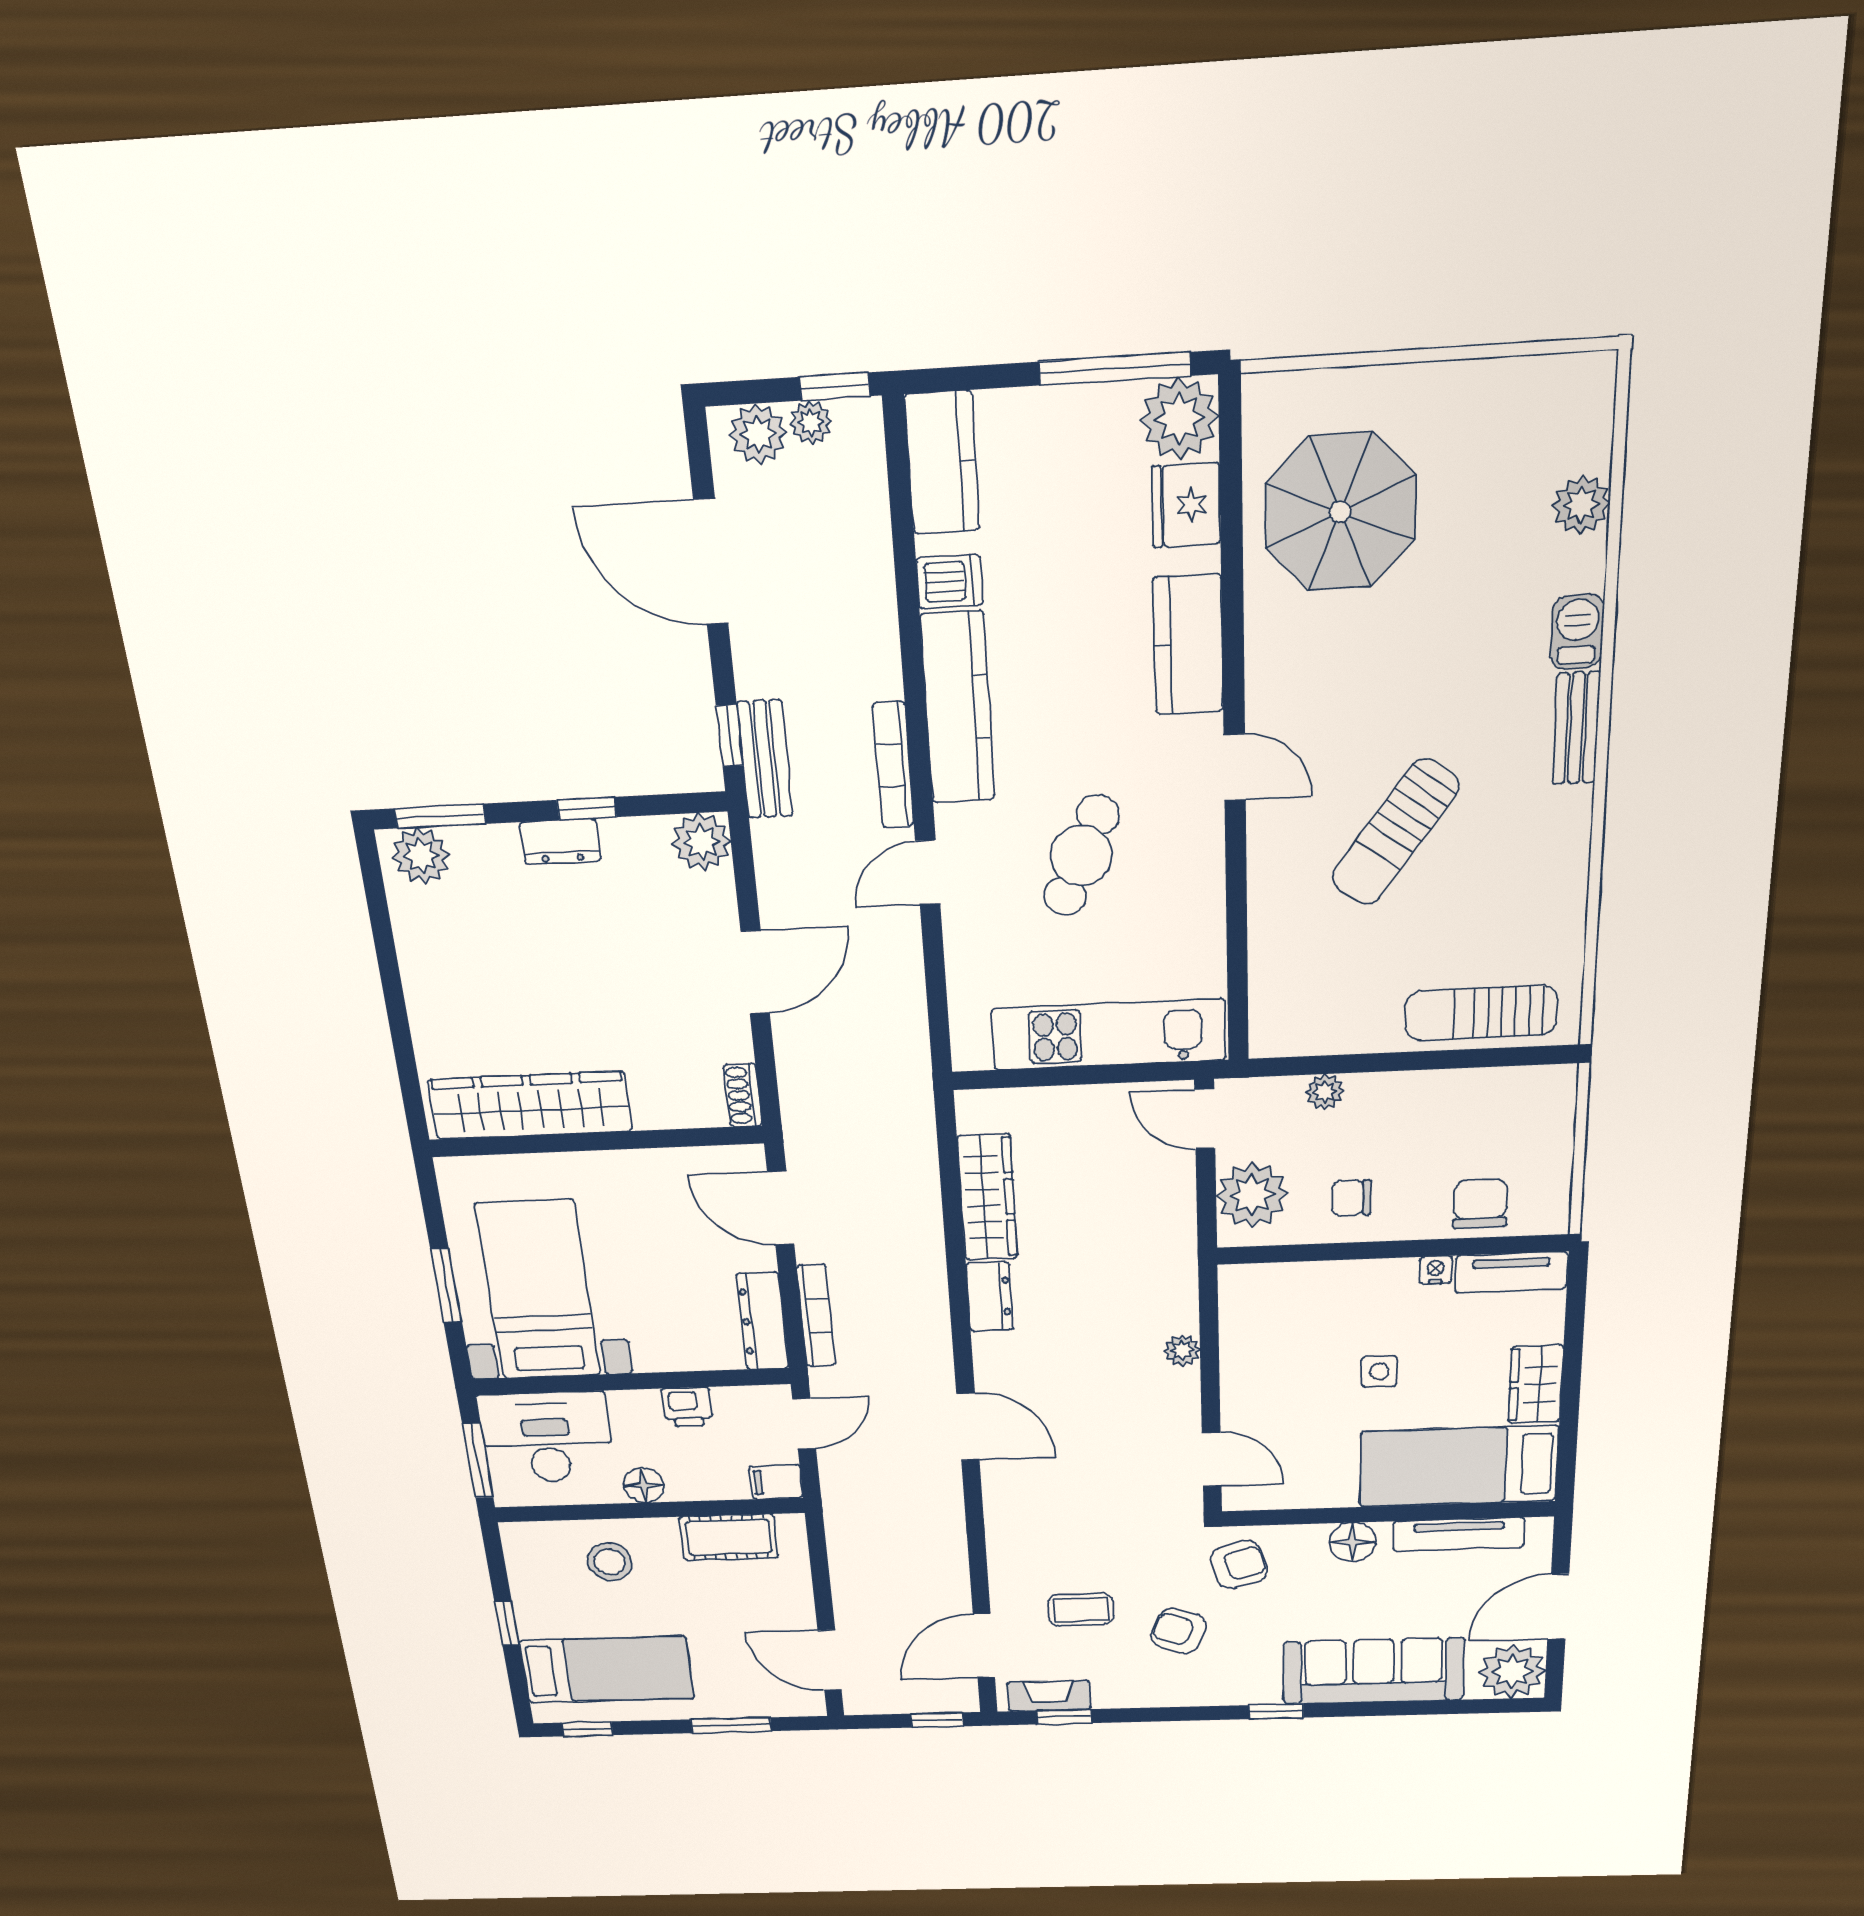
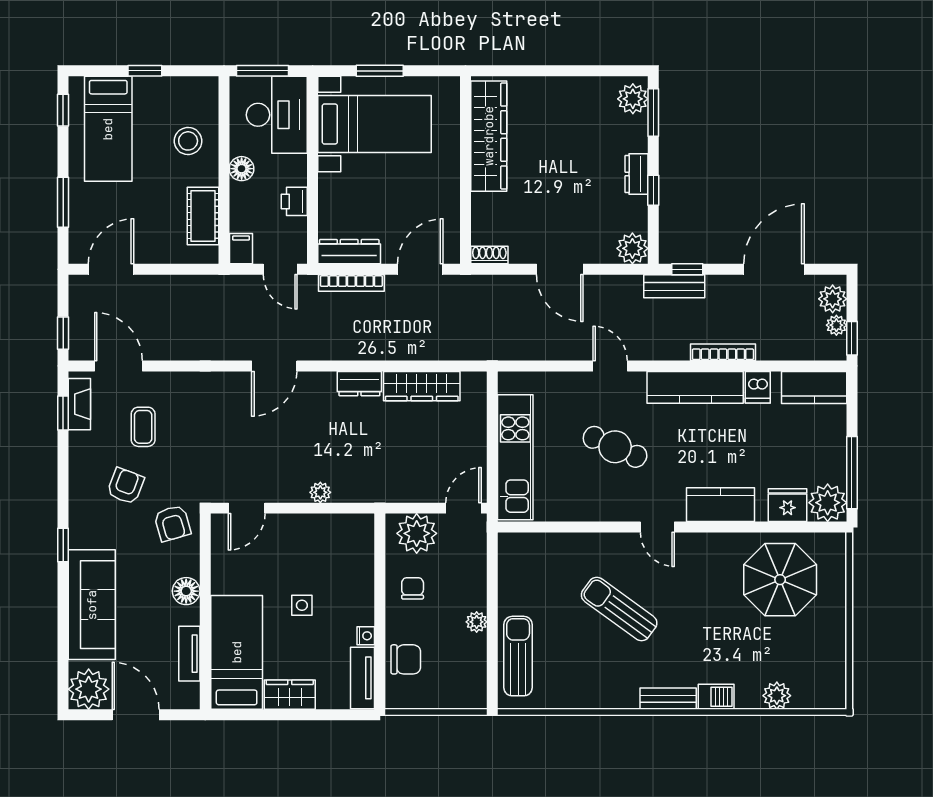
bookcase: (893, 765) -> (723, 352), moved
door: (1235, 767) -> (657, 527), hinge flipped
plant: (1325, 1092) -> (477, 622), moved
tv unit: (1459, 1534) -> (189, 654), width x0.71

